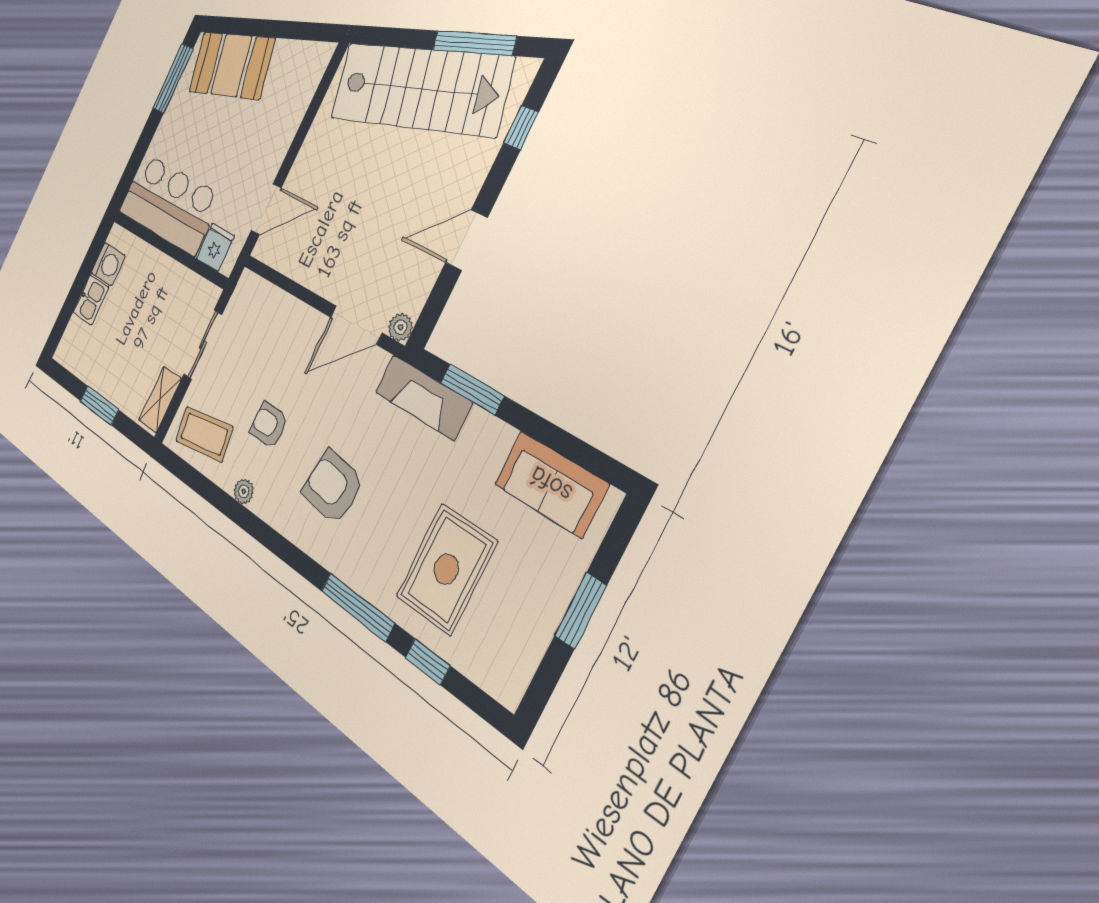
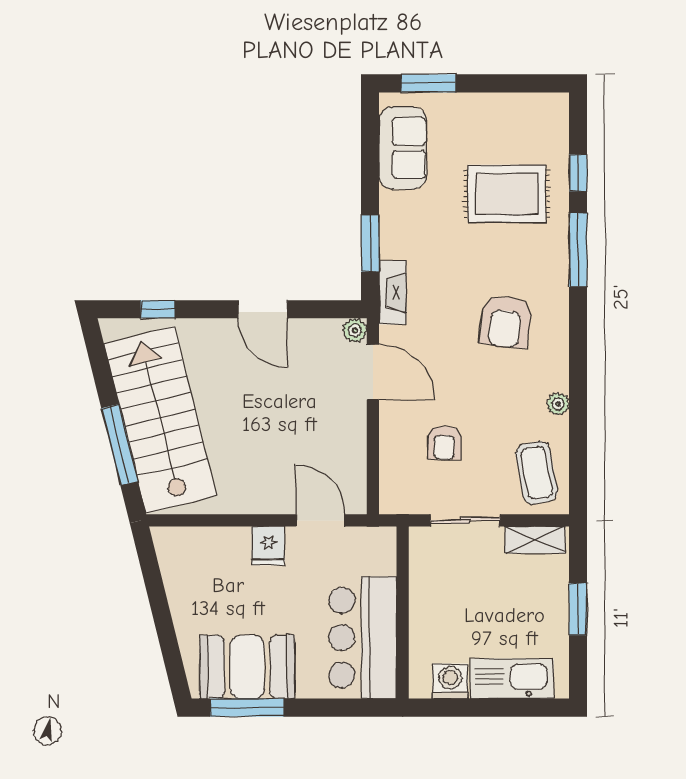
window: (474, 43) -> (120, 445), moved
booth: (231, 65) -> (247, 667), moved, turned -76
fridge: (215, 247) -> (268, 546), moved, turned -90
kitchen sink: (91, 300) -> (512, 679), width x1.88, depth x1.24
fireplace: (423, 397) -> (392, 293), width x0.73, depth x0.76
armchair: (269, 425) -> (444, 443), moved
window: (581, 611) -> (428, 83), moved

